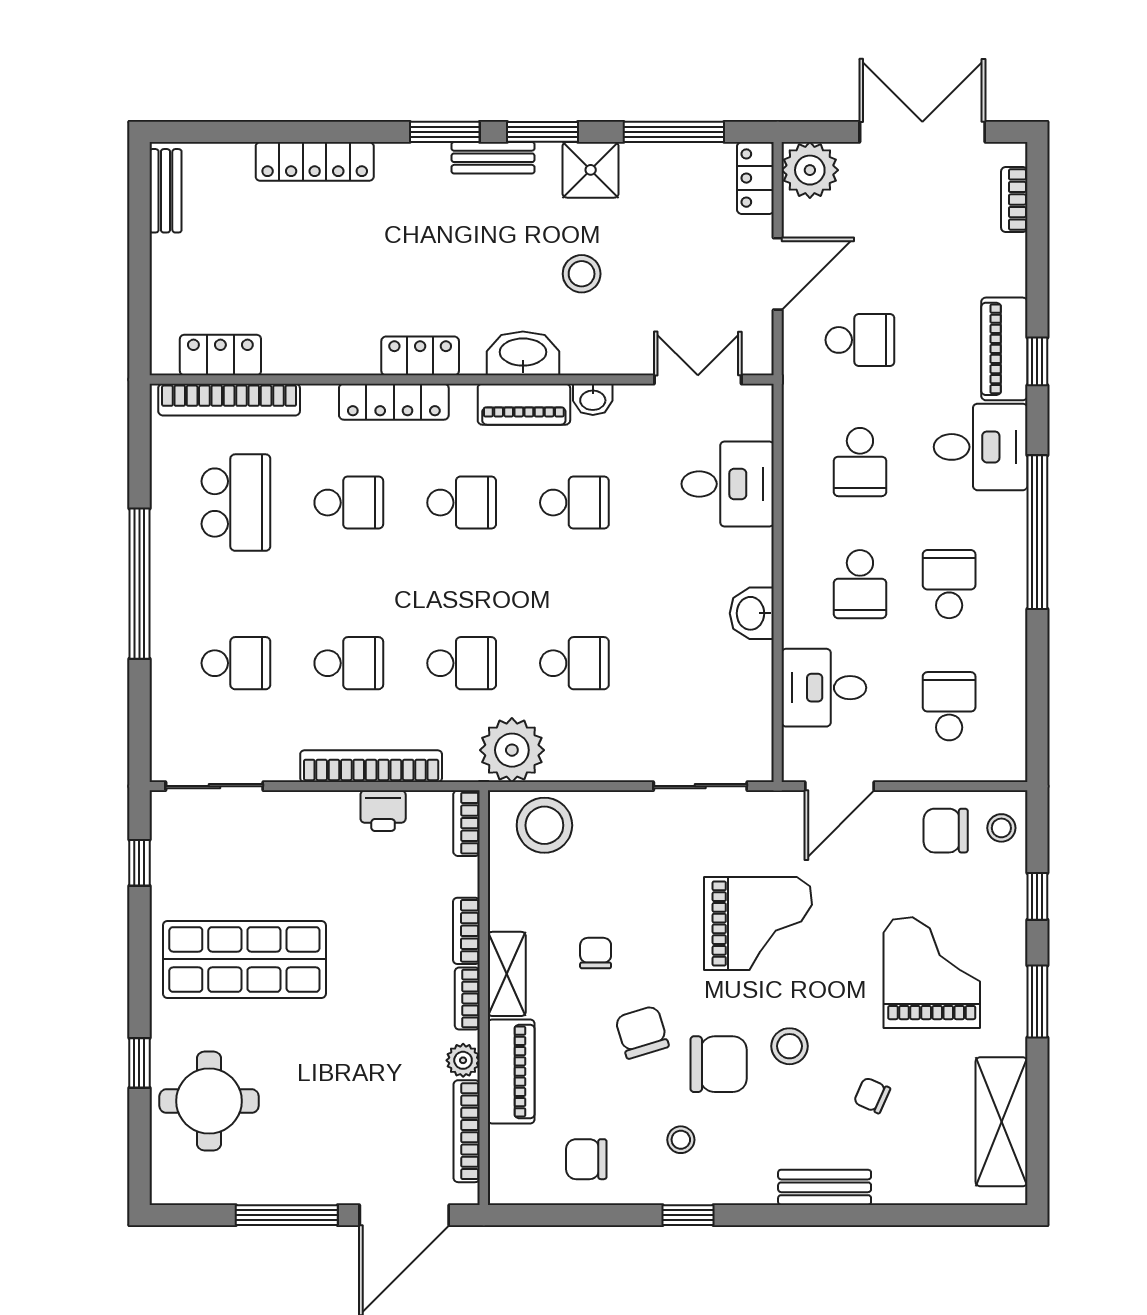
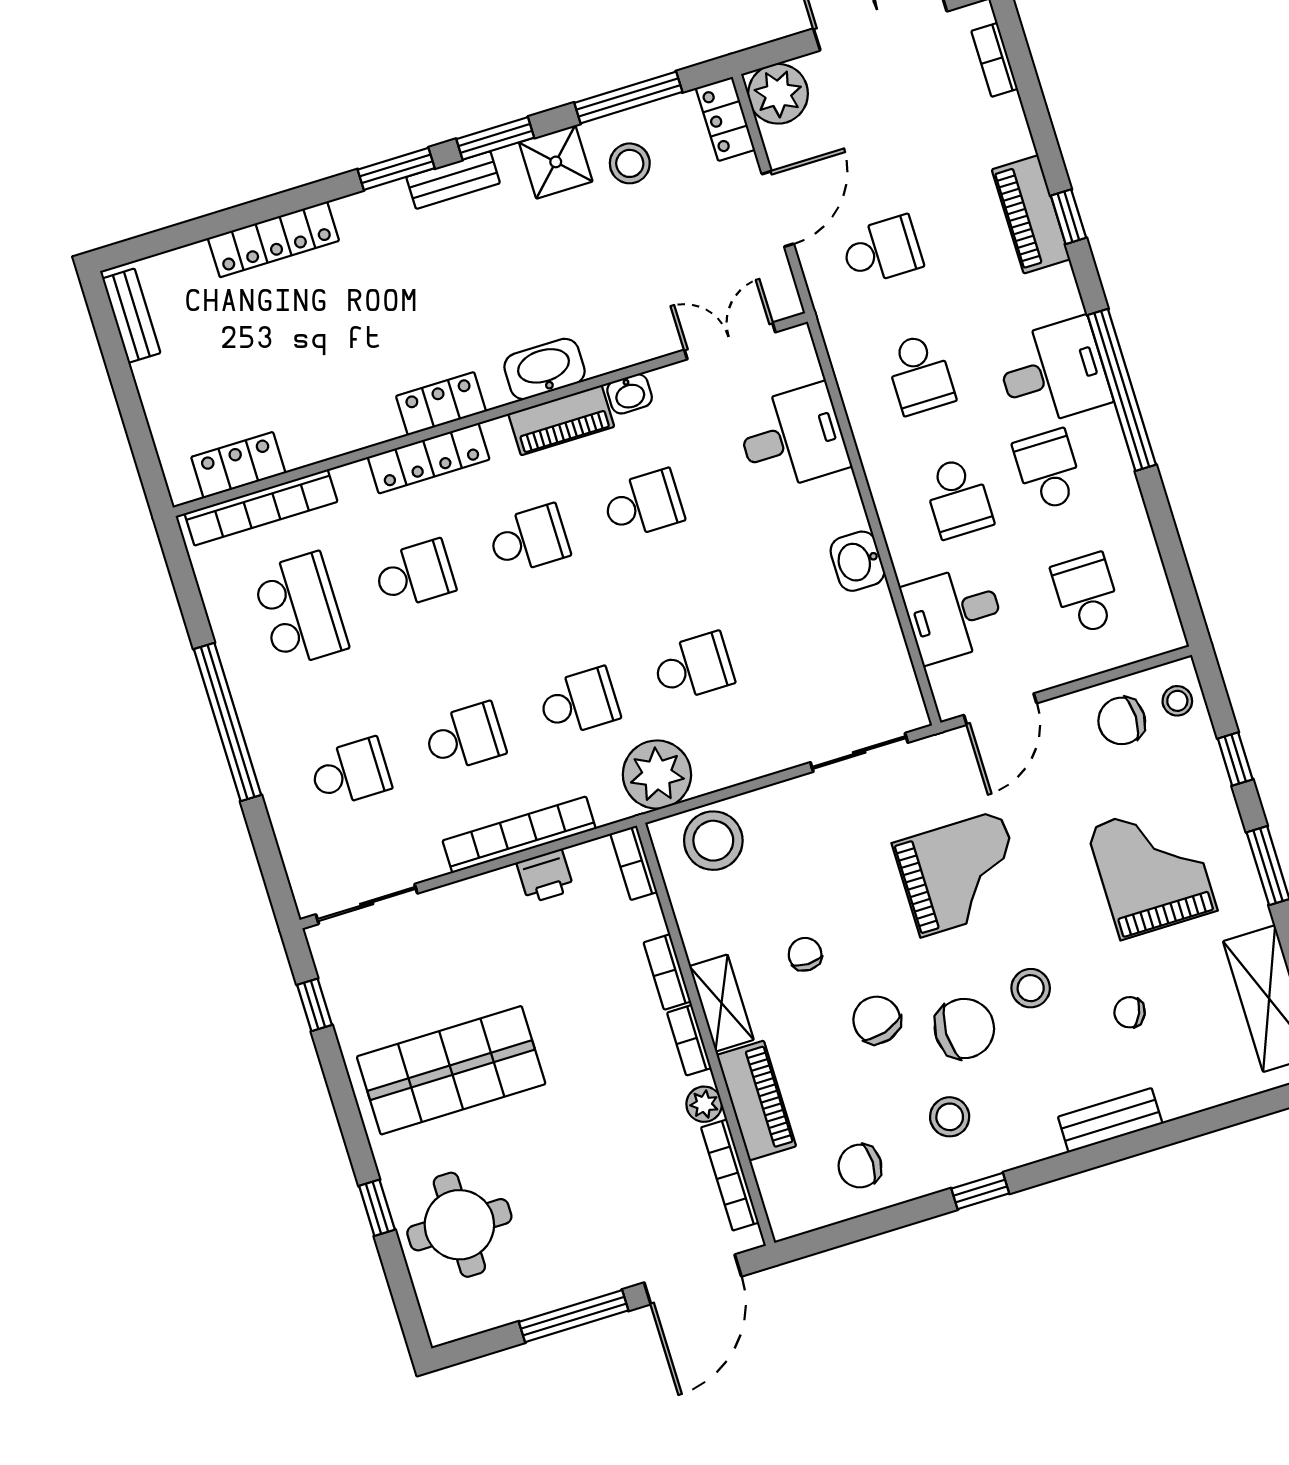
stool: (582, 274) -> (630, 163), moved
desk: (981, 447) -> (1053, 372), moved
stool: (681, 1140) -> (950, 1117), width x1.37, depth x1.37

